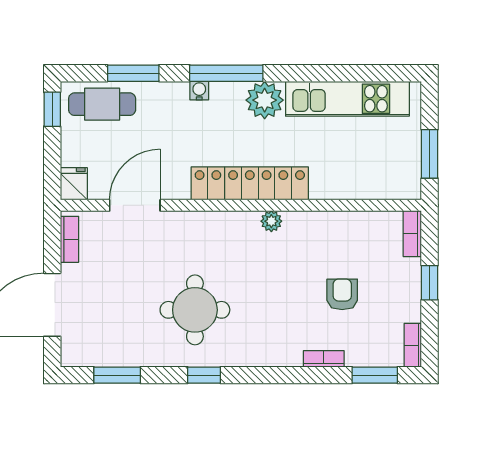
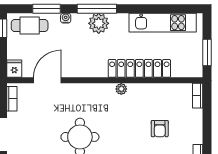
water cooler: (199, 91) -> (66, 18), moved
plant: (265, 100) -> (99, 23), moved
locker: (250, 183) -> (139, 68), moved
window: (430, 283) -> (207, 122), removed
armchair: (342, 294) -> (160, 129), turned 180

